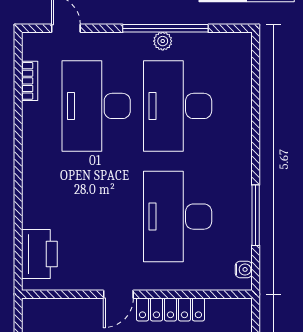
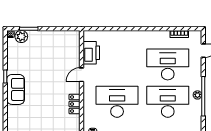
printer: (39, 254) -> (91, 53), moved, turned -90
door: (118, 294) -> (81, 75), hinge flipped
locker: (170, 309) -> (74, 104), width x0.66

